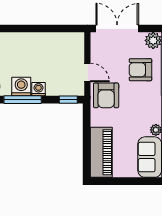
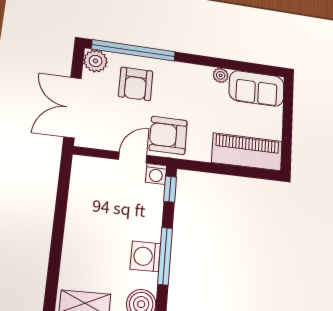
washing machine: (39, 89) -> (156, 174), moved, turned -90
armchair: (106, 95) -> (168, 135), turned 180

